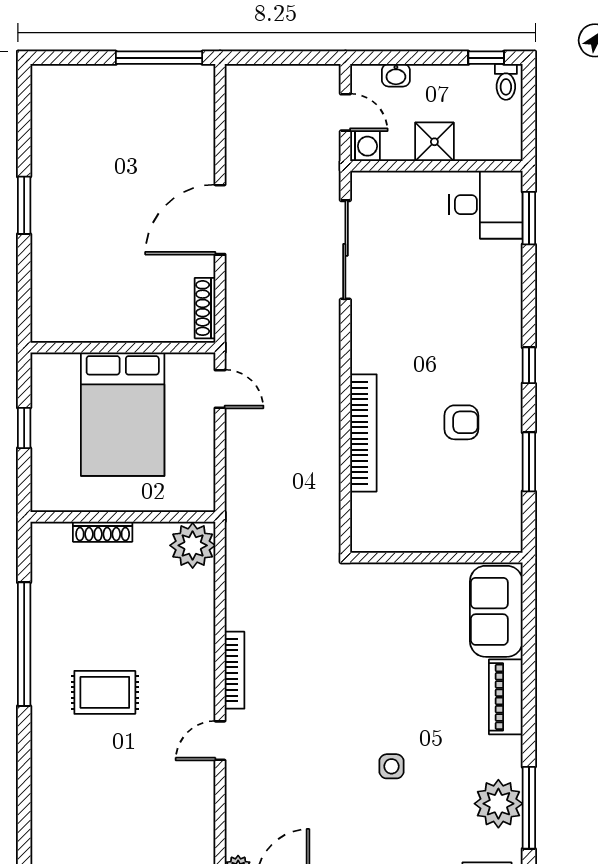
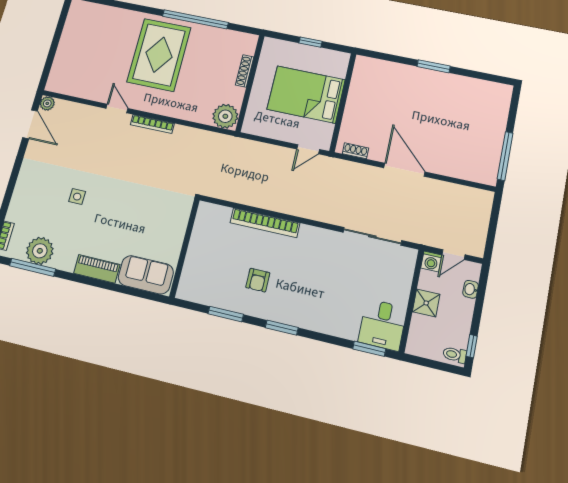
shoe rack: (205, 308) -> (355, 151), width x0.70
window: (529, 365) -> (282, 328), width x1.50
rug: (105, 692) -> (159, 55), width x1.86, depth x2.06

